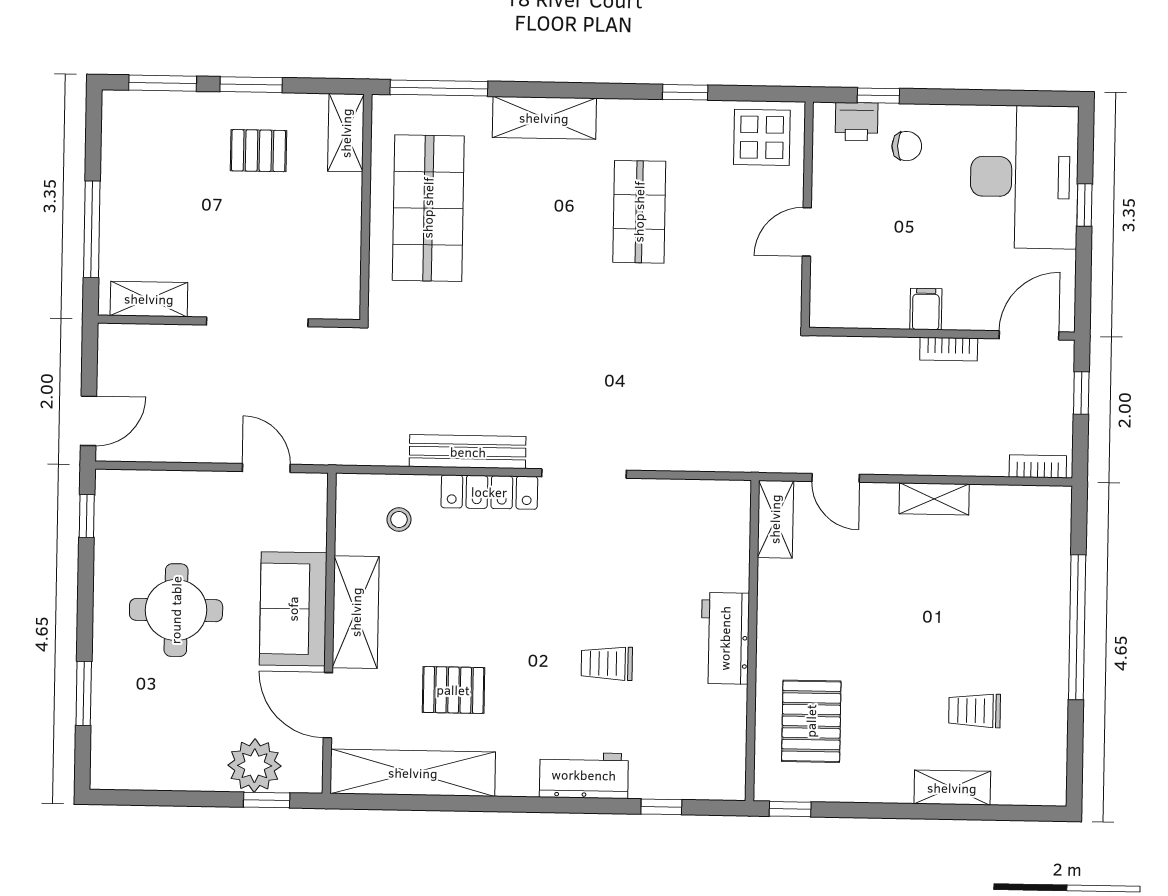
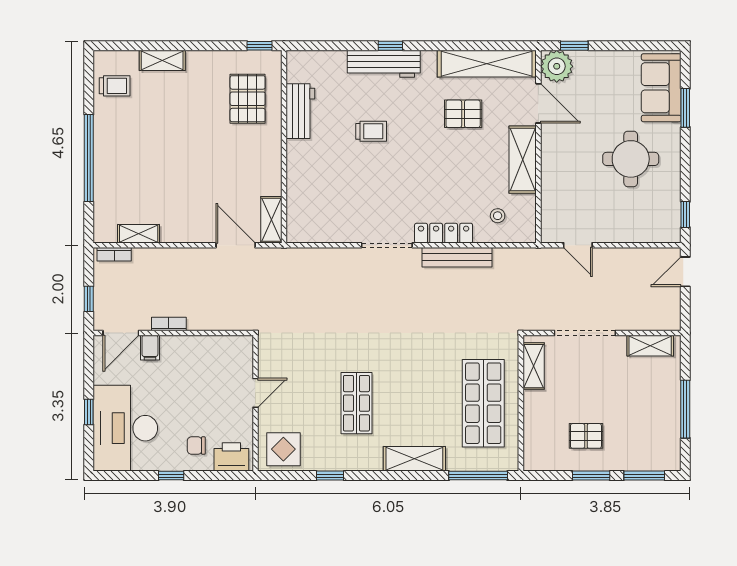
window: (878, 96) -> (171, 476), moved
printer: (857, 122) -> (231, 457), width x1.36, depth x1.24
shelving: (346, 133) -> (534, 366), moved
window: (92, 229) -> (685, 409), moved
filing cabinet: (926, 309) -> (150, 348), moved
door: (836, 478) -> (236, 245), width x1.38
shelving: (934, 499) -> (139, 234), moved
sofa: (293, 609) -> (661, 88), moved, turned 180
workbench: (725, 638) -> (300, 111), moved
trolley: (975, 711) -> (115, 86), moved
plant: (255, 766) -> (557, 66), moved
workbench: (584, 775) -> (384, 64), width x1.38
window: (661, 807) -> (390, 46), moved

